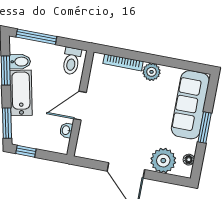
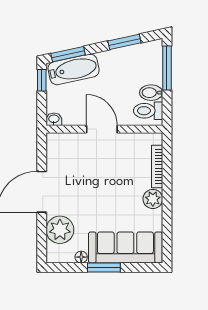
bidet: (20, 62) -> (151, 93), moved, turned 102
bathtub: (21, 93) -> (74, 69), moved
washbasin: (66, 130) -> (54, 119), moved
floor lamp: (189, 160) -> (81, 257), moved

